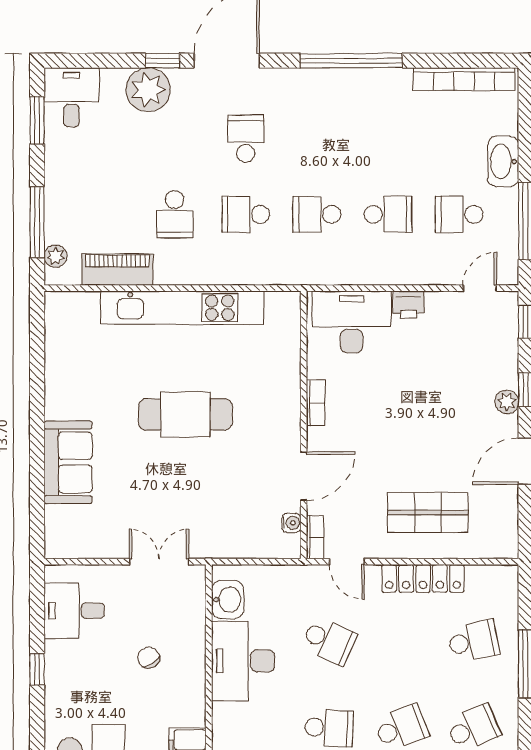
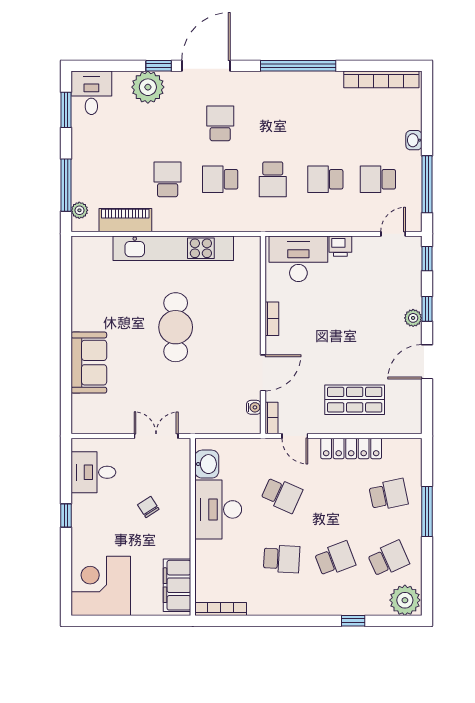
washbasin: (503, 161) -> (414, 140), width x0.52, depth x0.69
school desk: (175, 214) -> (168, 179), turned 180
school desk: (317, 214) -> (273, 179), turned -90
school desk: (388, 214) -> (325, 179), turned 180
cafe table: (186, 414) -> (176, 327), turned 90

